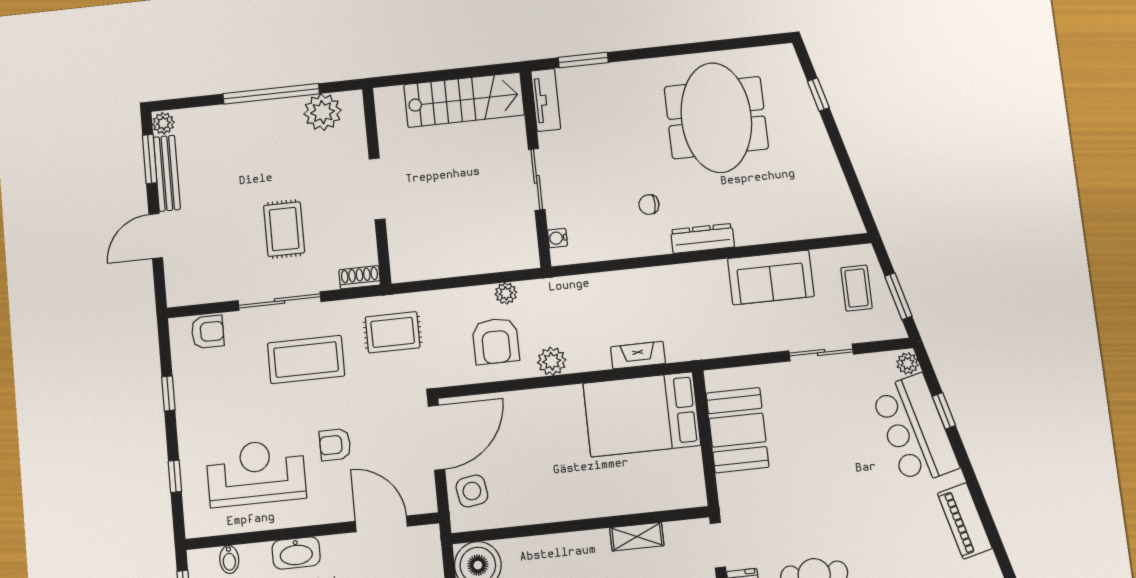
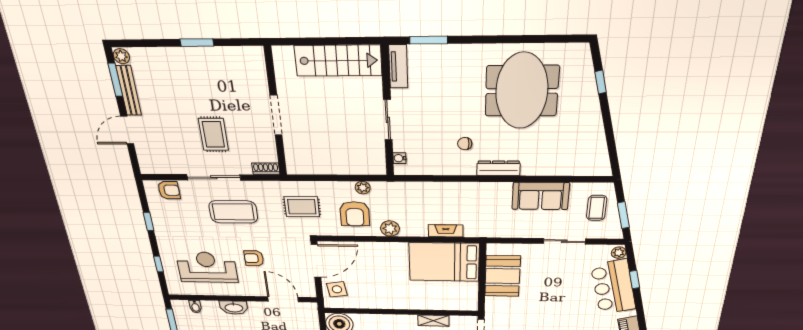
window: (271, 94) -> (197, 43), width x0.47
plant: (323, 112) -> (235, 59), removed
rug: (393, 332) -> (302, 207), moved

